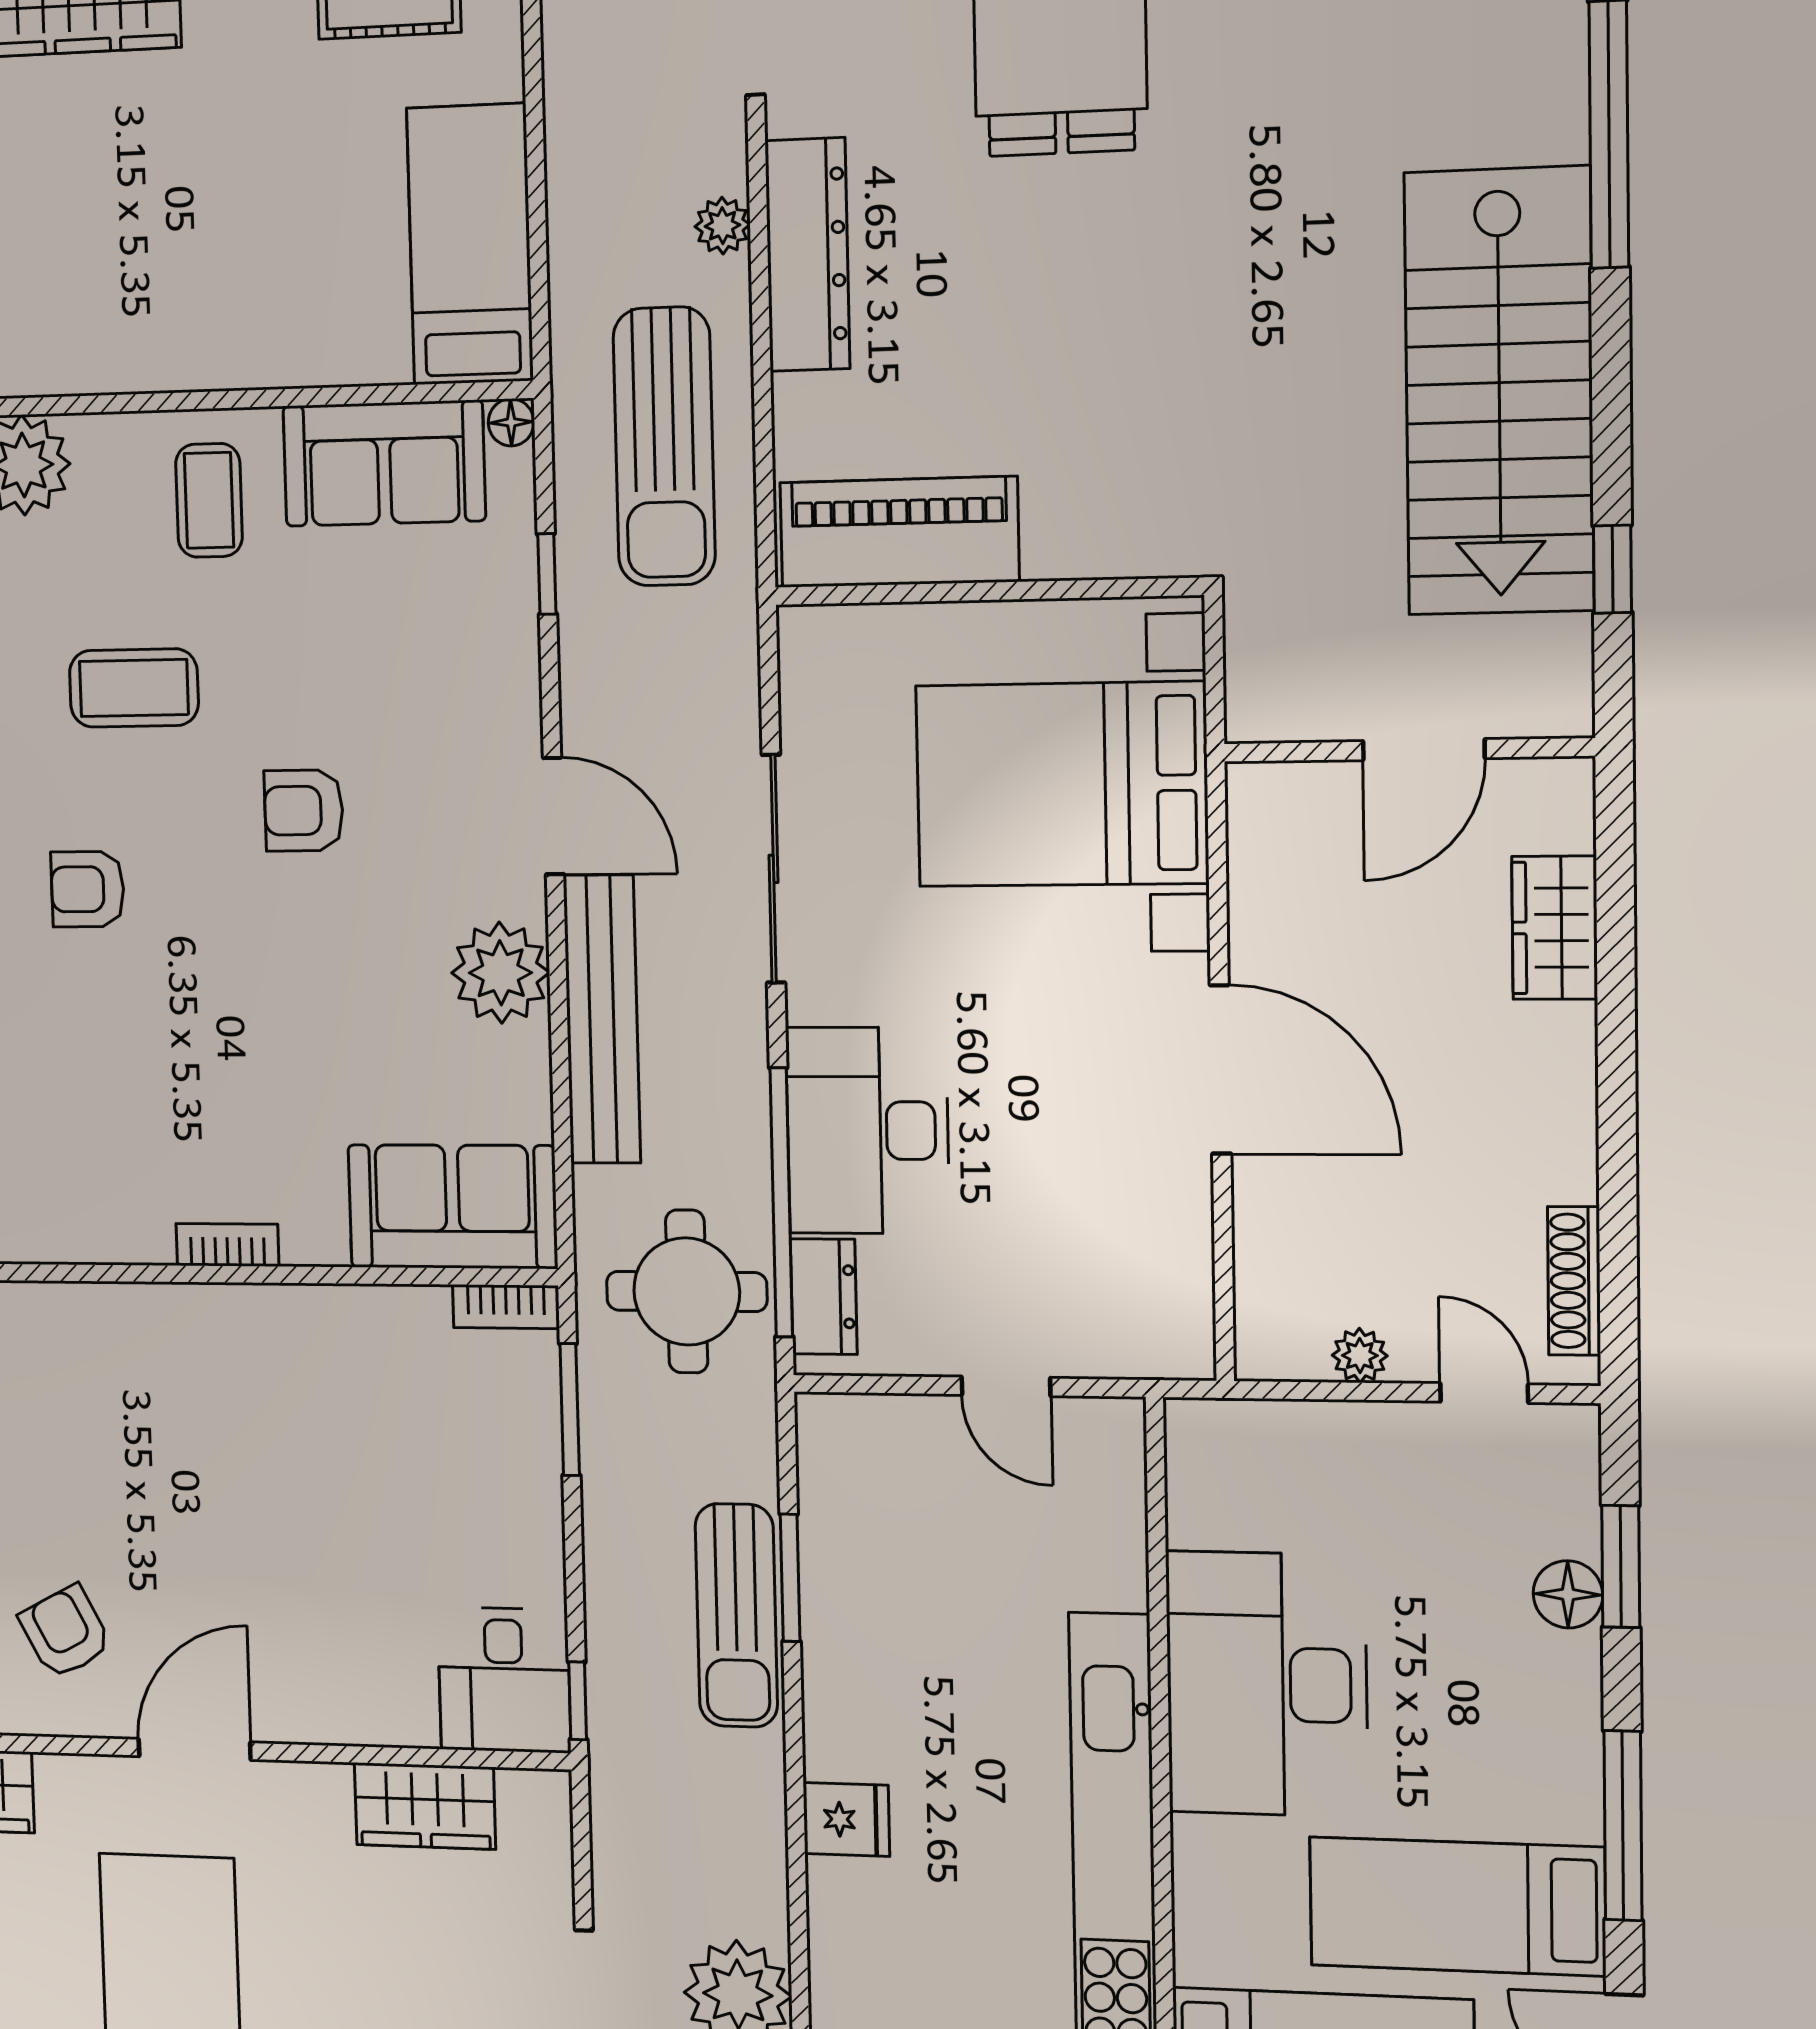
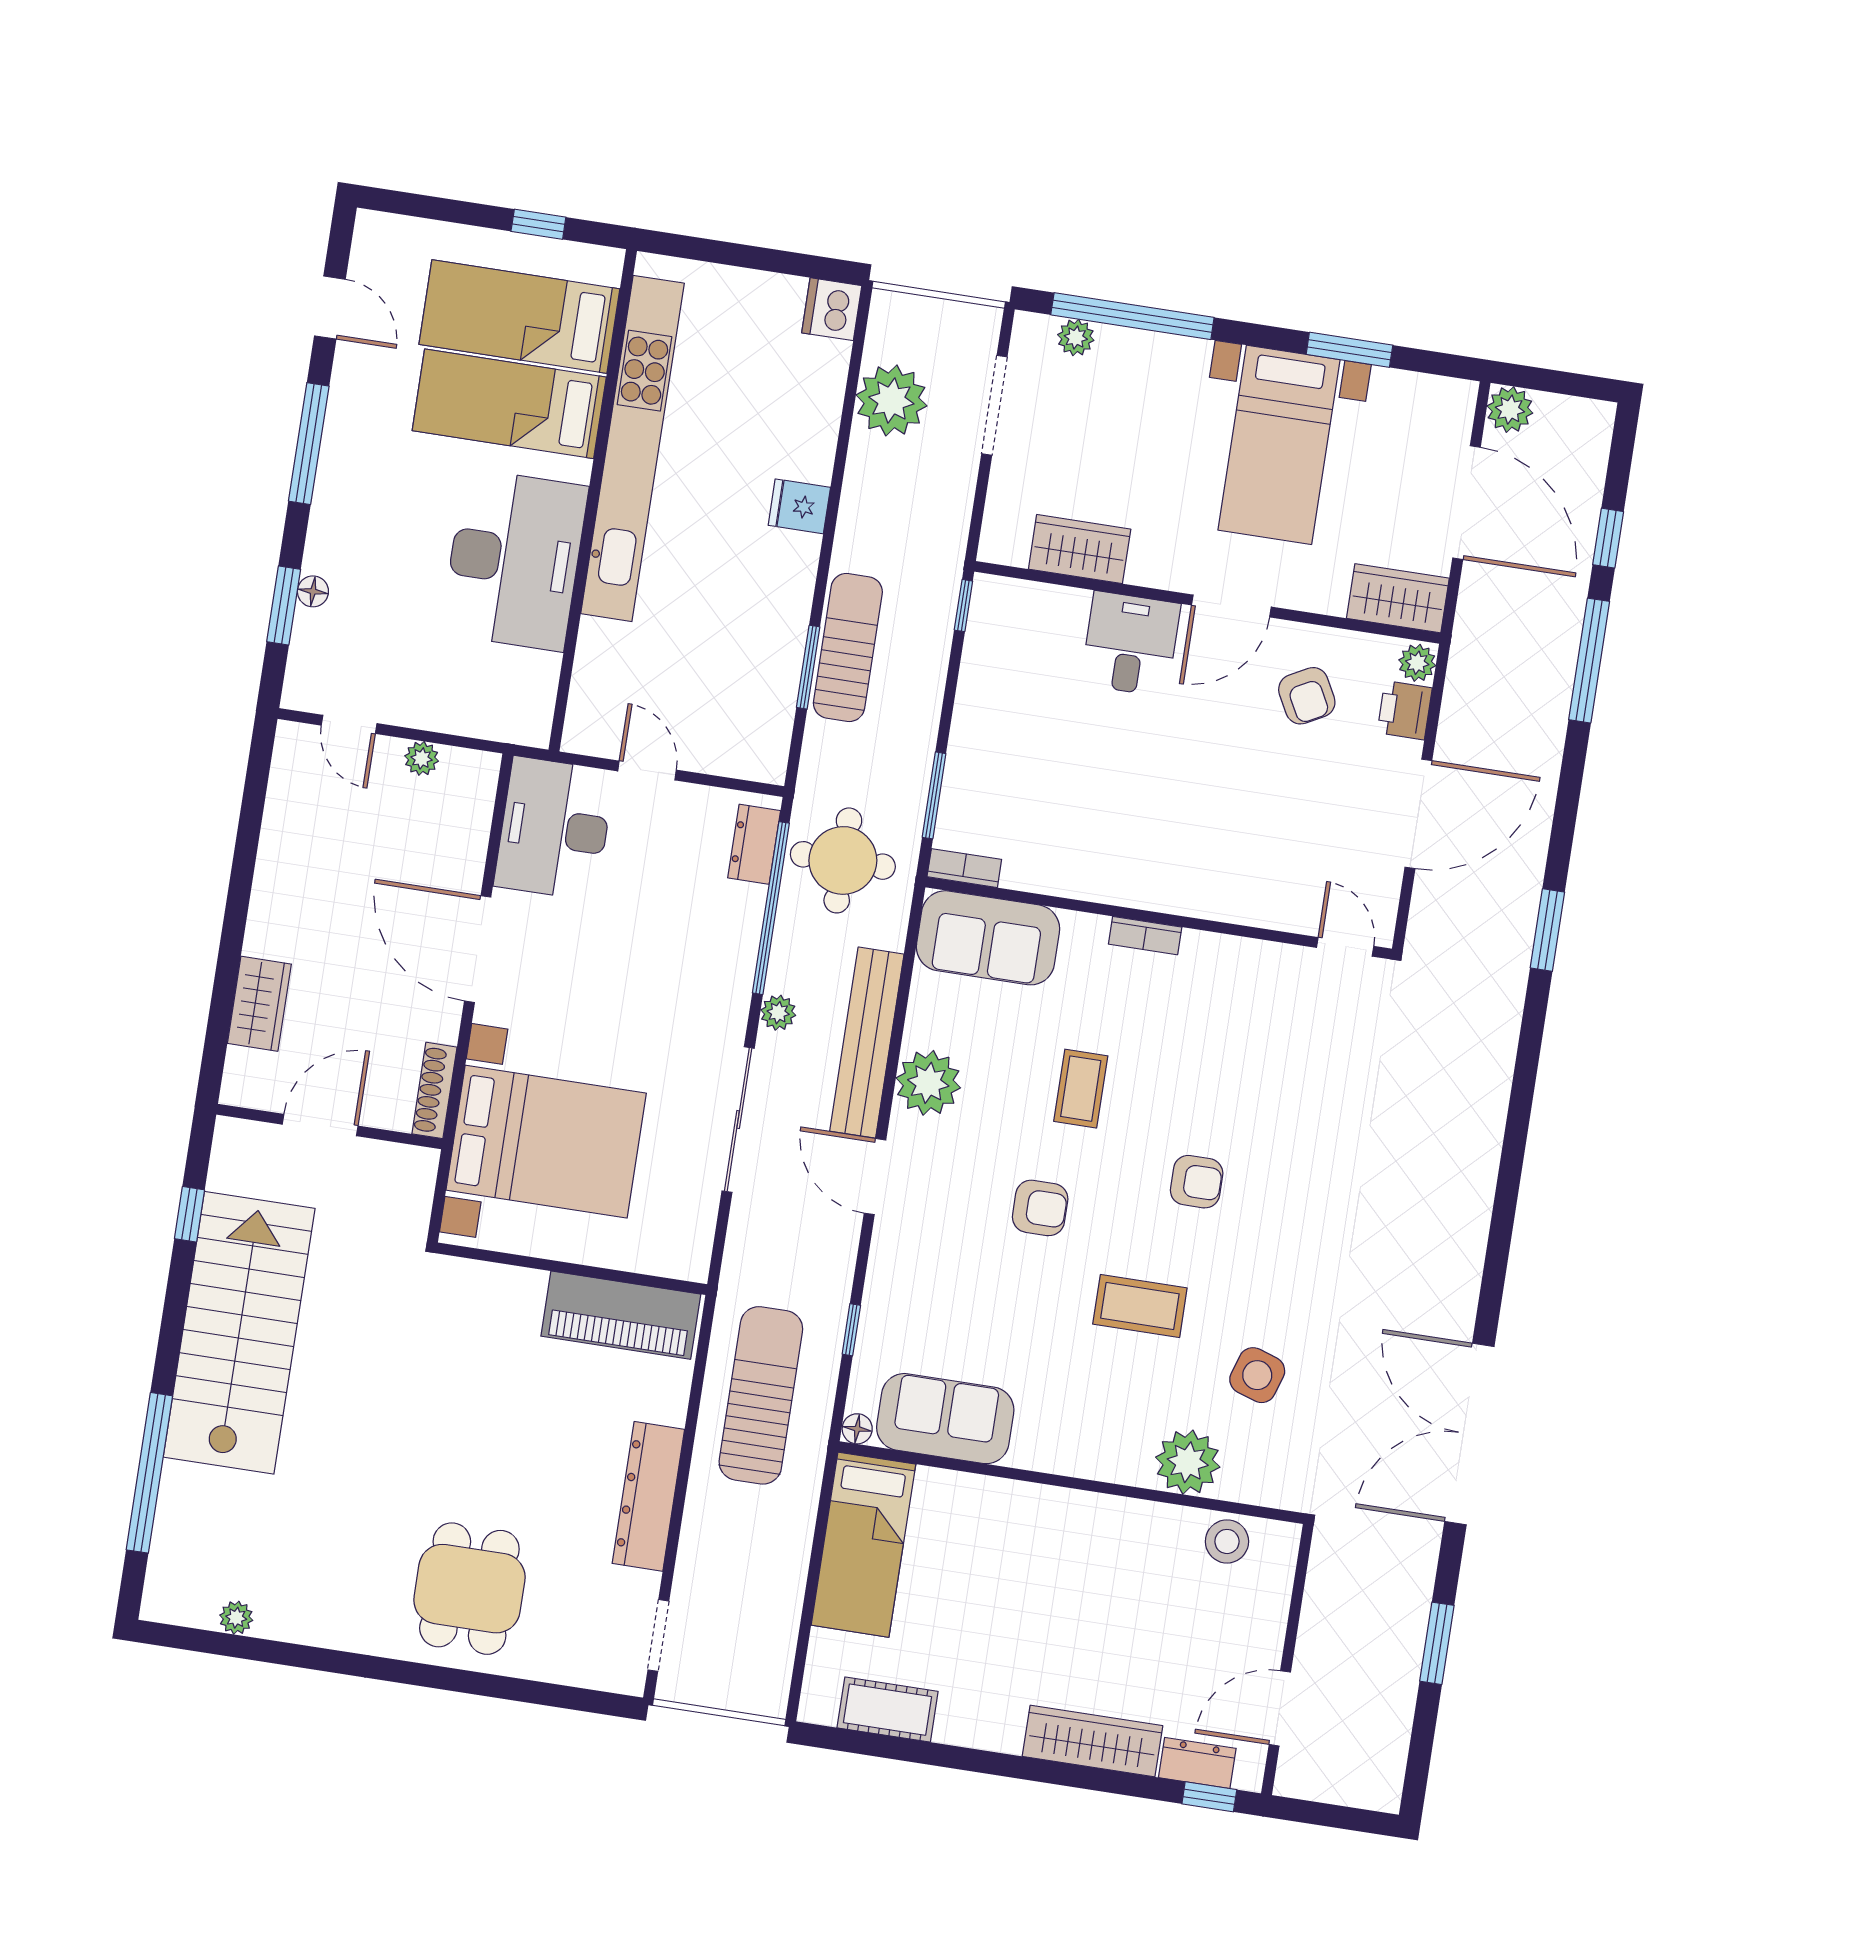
plant: (722, 226) -> (778, 1013), moved
coffee table: (209, 500) -> (1081, 1089), moved
desk: (868, 1130) -> (554, 829), moved, turned 180
shoe rack: (1574, 1281) -> (434, 1090), moved, turned 180
floor lamp: (1568, 1594) -> (313, 591), width x0.73, depth x0.73
desk: (504, 1680) -> (1130, 644), moved
bed: (1457, 1906) -> (509, 404), moved, turned 180

